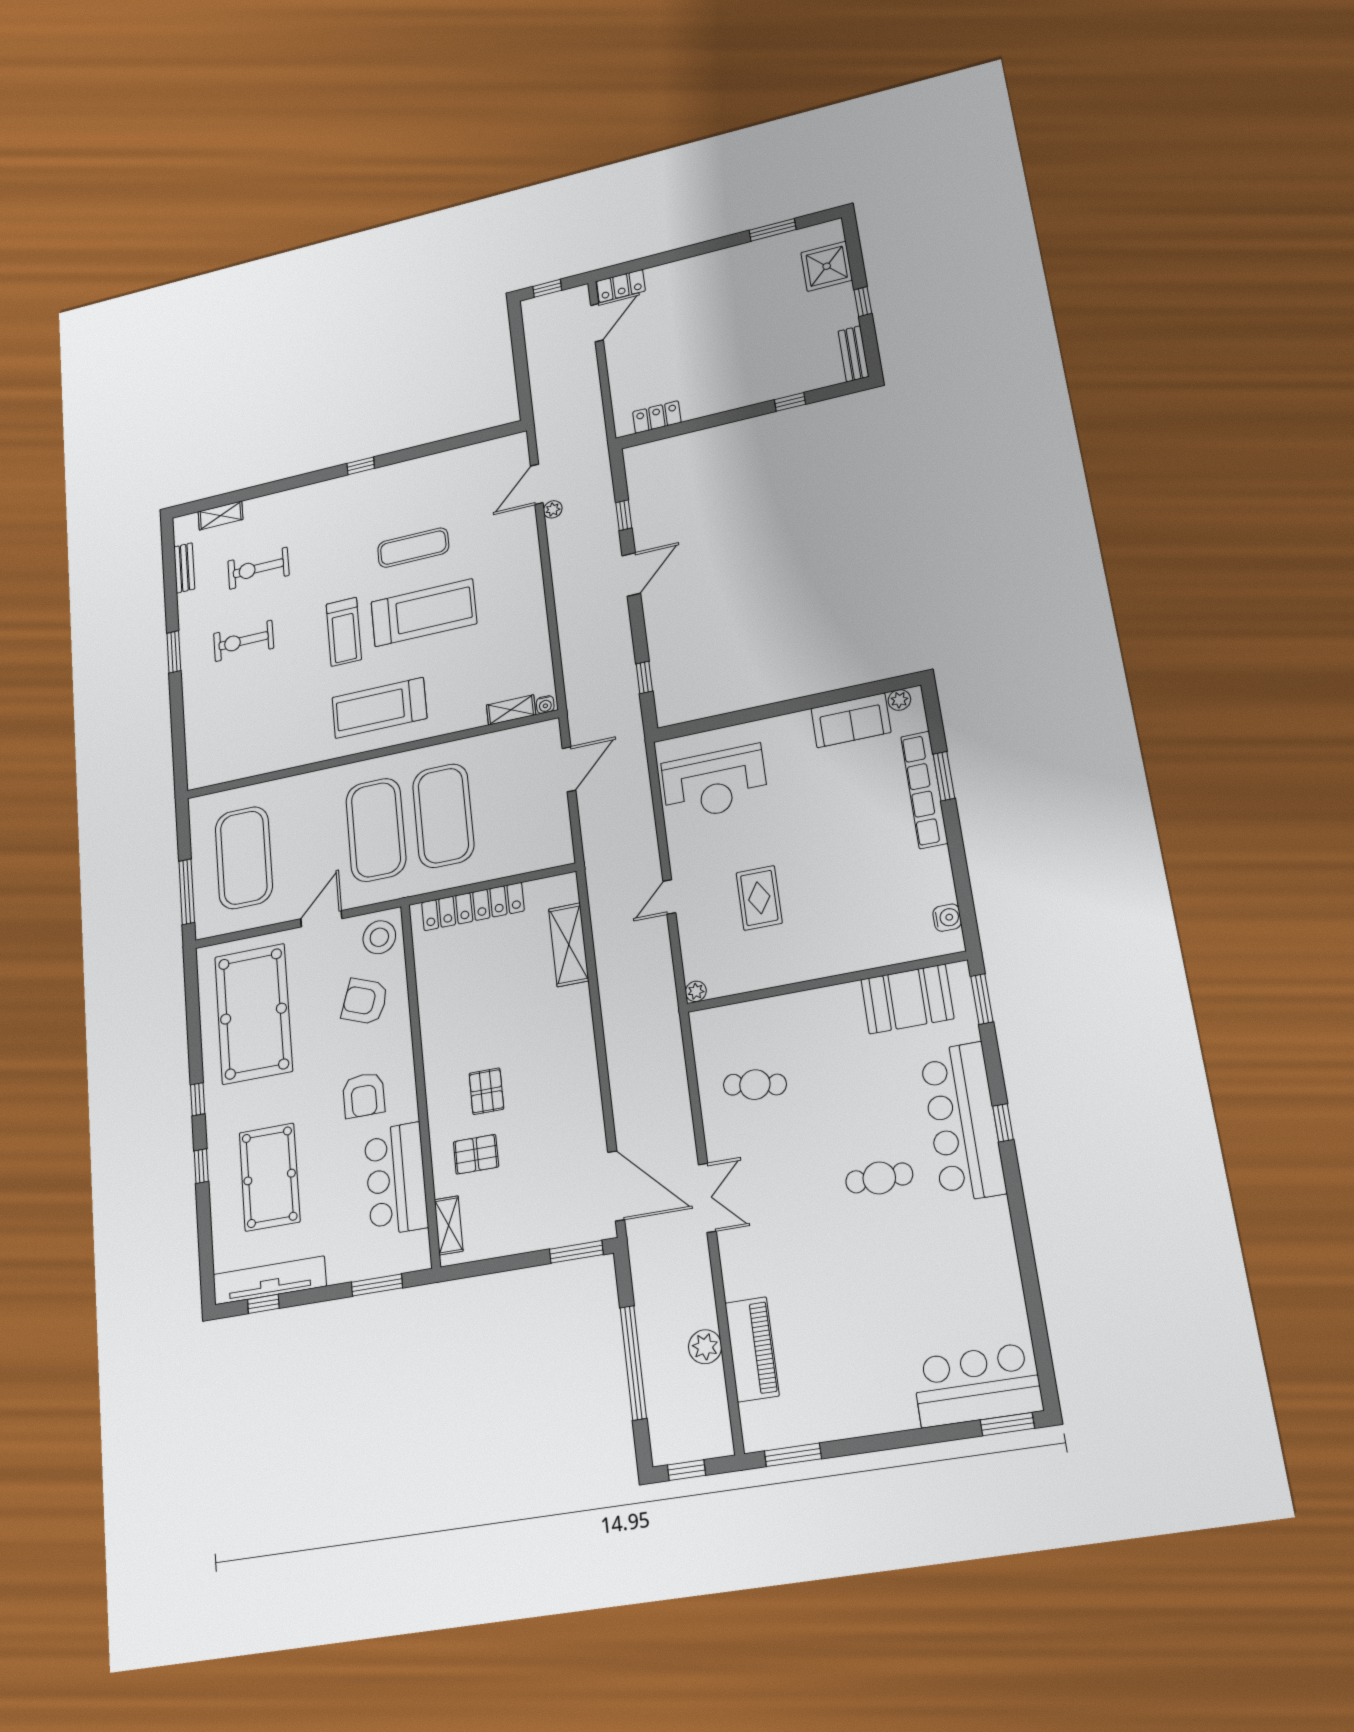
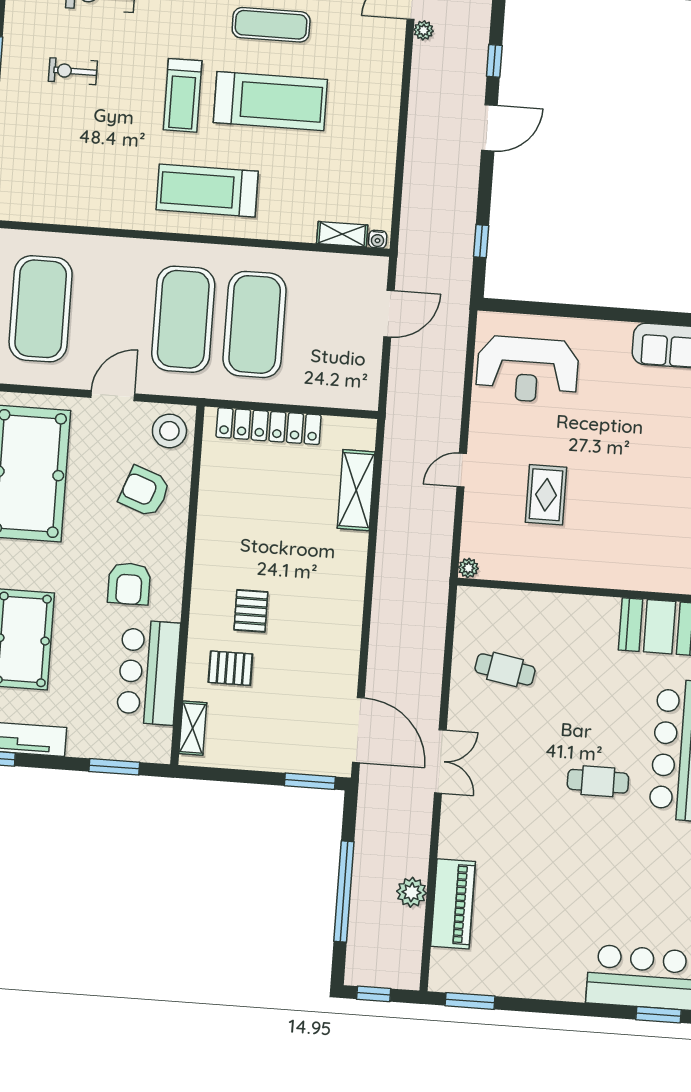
exercise bike: (244, 641) -> (73, 71), width x0.73, depth x0.72

